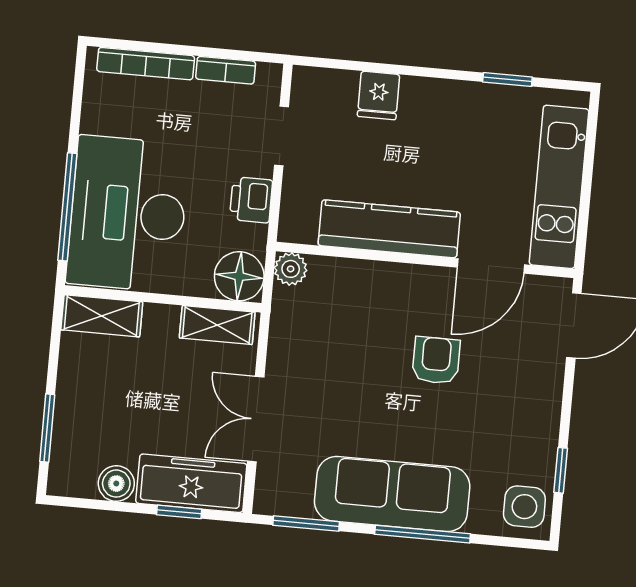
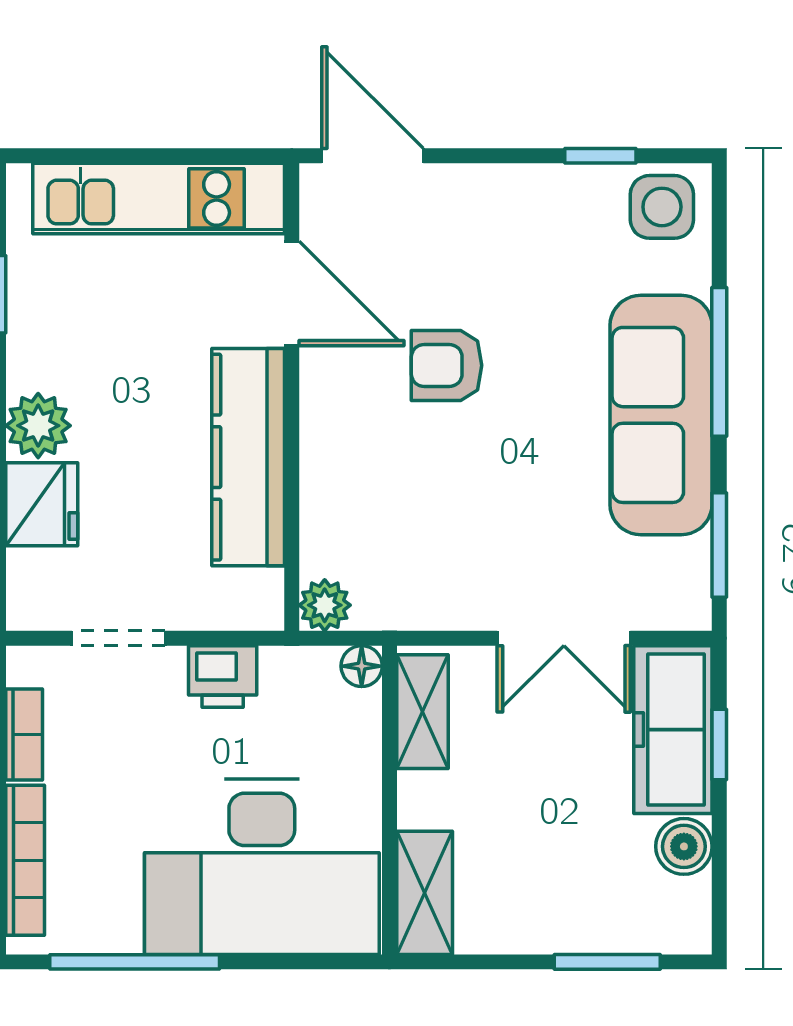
fridge: (379, 95) -> (42, 504), width x1.38
plant: (422, 97) -> (38, 426), added
window: (67, 207) -> (135, 962), moved
floor lamp: (239, 276) -> (362, 666), width x0.53, depth x0.53

